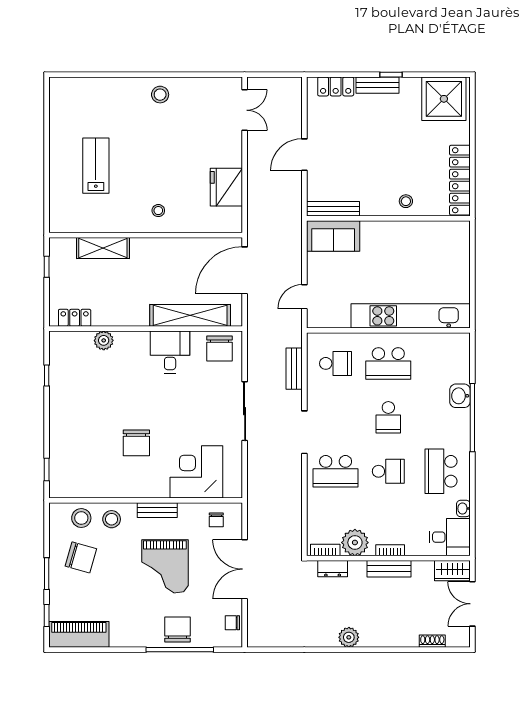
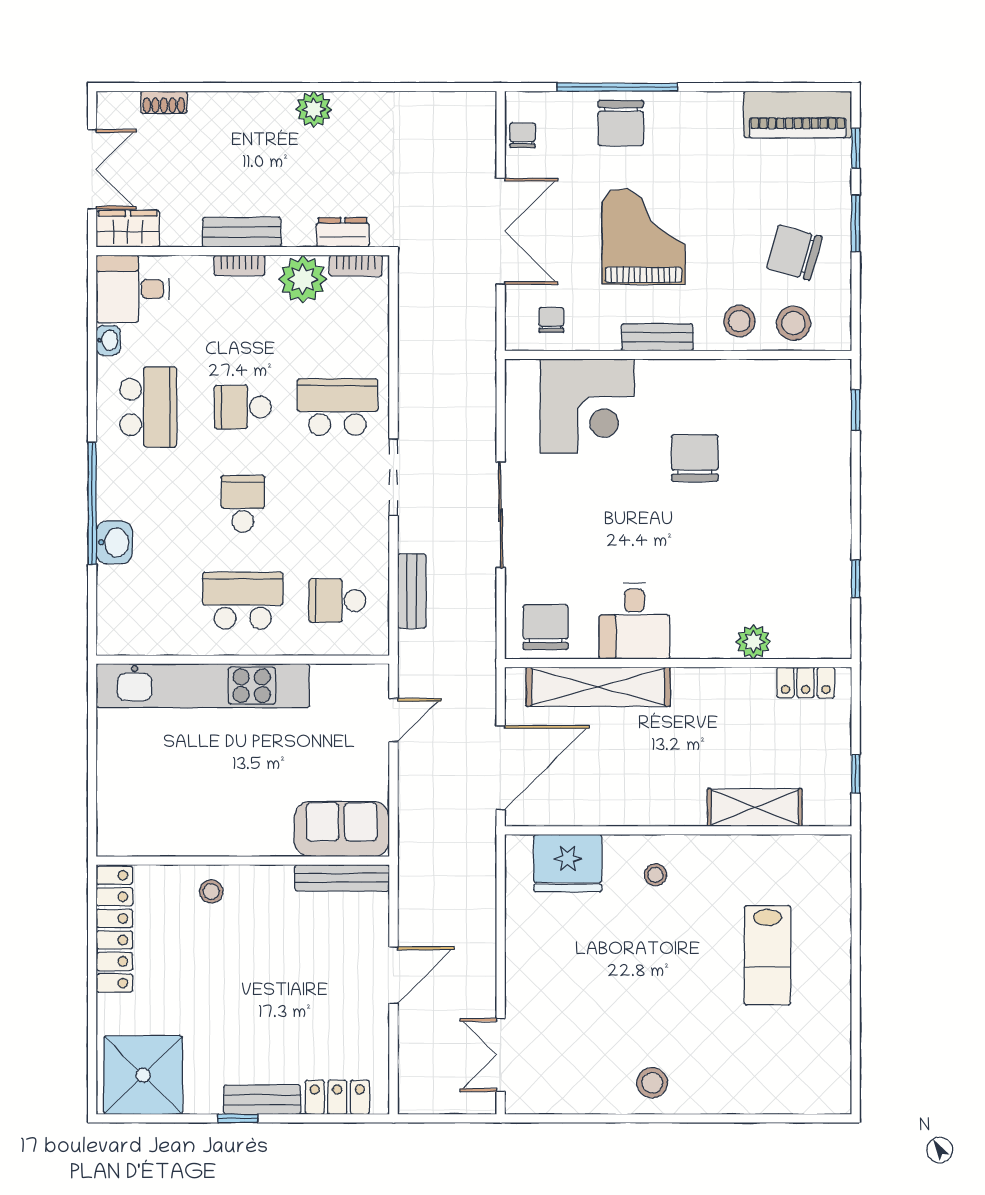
fridge: (226, 187) -> (568, 863), moved, turned 90
chair: (232, 623) -> (523, 135), turned -90

